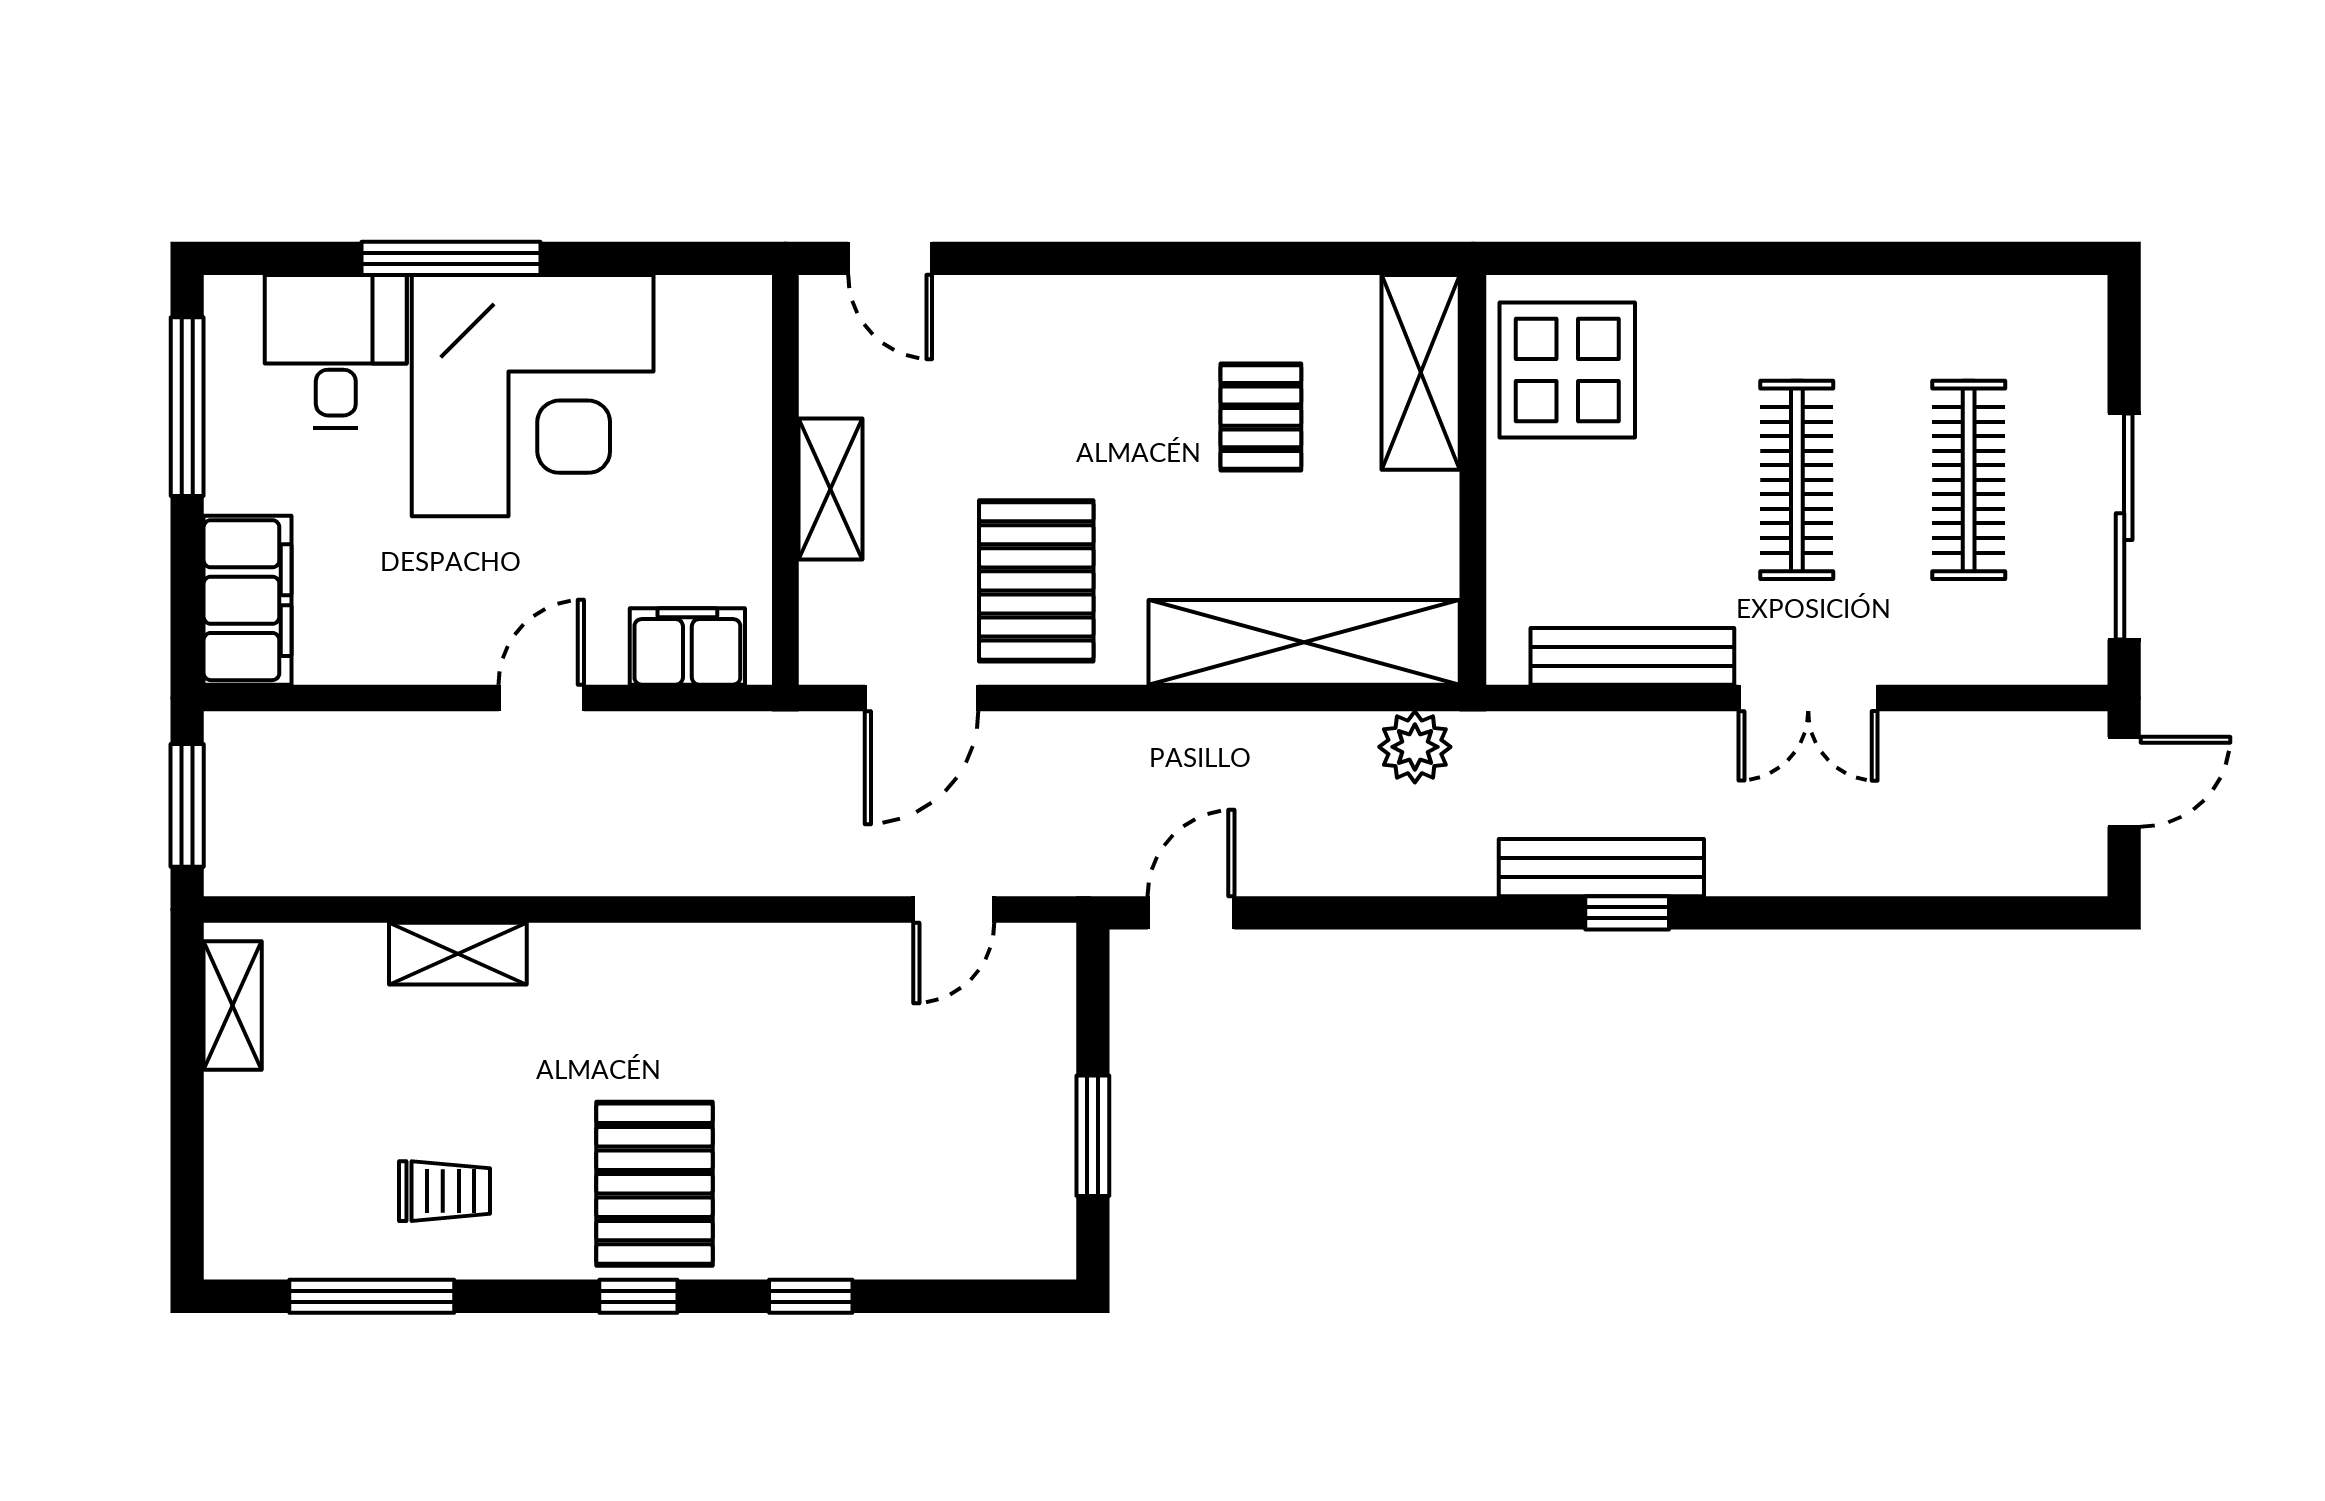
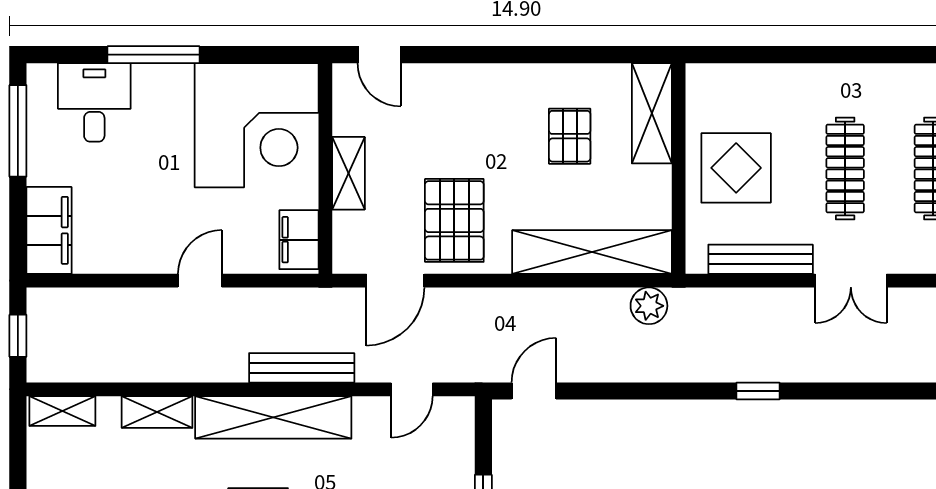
display table: (1567, 370) -> (736, 168), moved
corner desk: (533, 396) -> (257, 125), moved
filing cabinet: (687, 646) -> (299, 240), moved, turned -90
window: (187, 805) -> (18, 336), width x0.67
bench: (1601, 868) -> (302, 368), moved
shelving: (684, 964) -> (273, 417), added
shelving: (233, 1006) -> (62, 411), moved, turned 90

